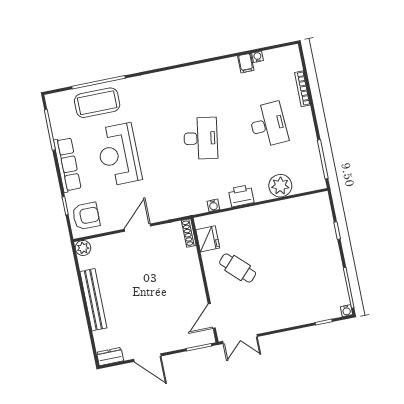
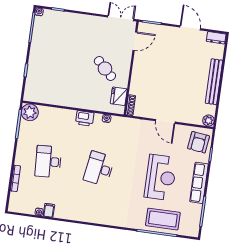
plant: (280, 186) -> (30, 112), moved
armchair: (86, 216) -> (199, 142), turned -83
door: (137, 228) -> (165, 121), hinge flipped

